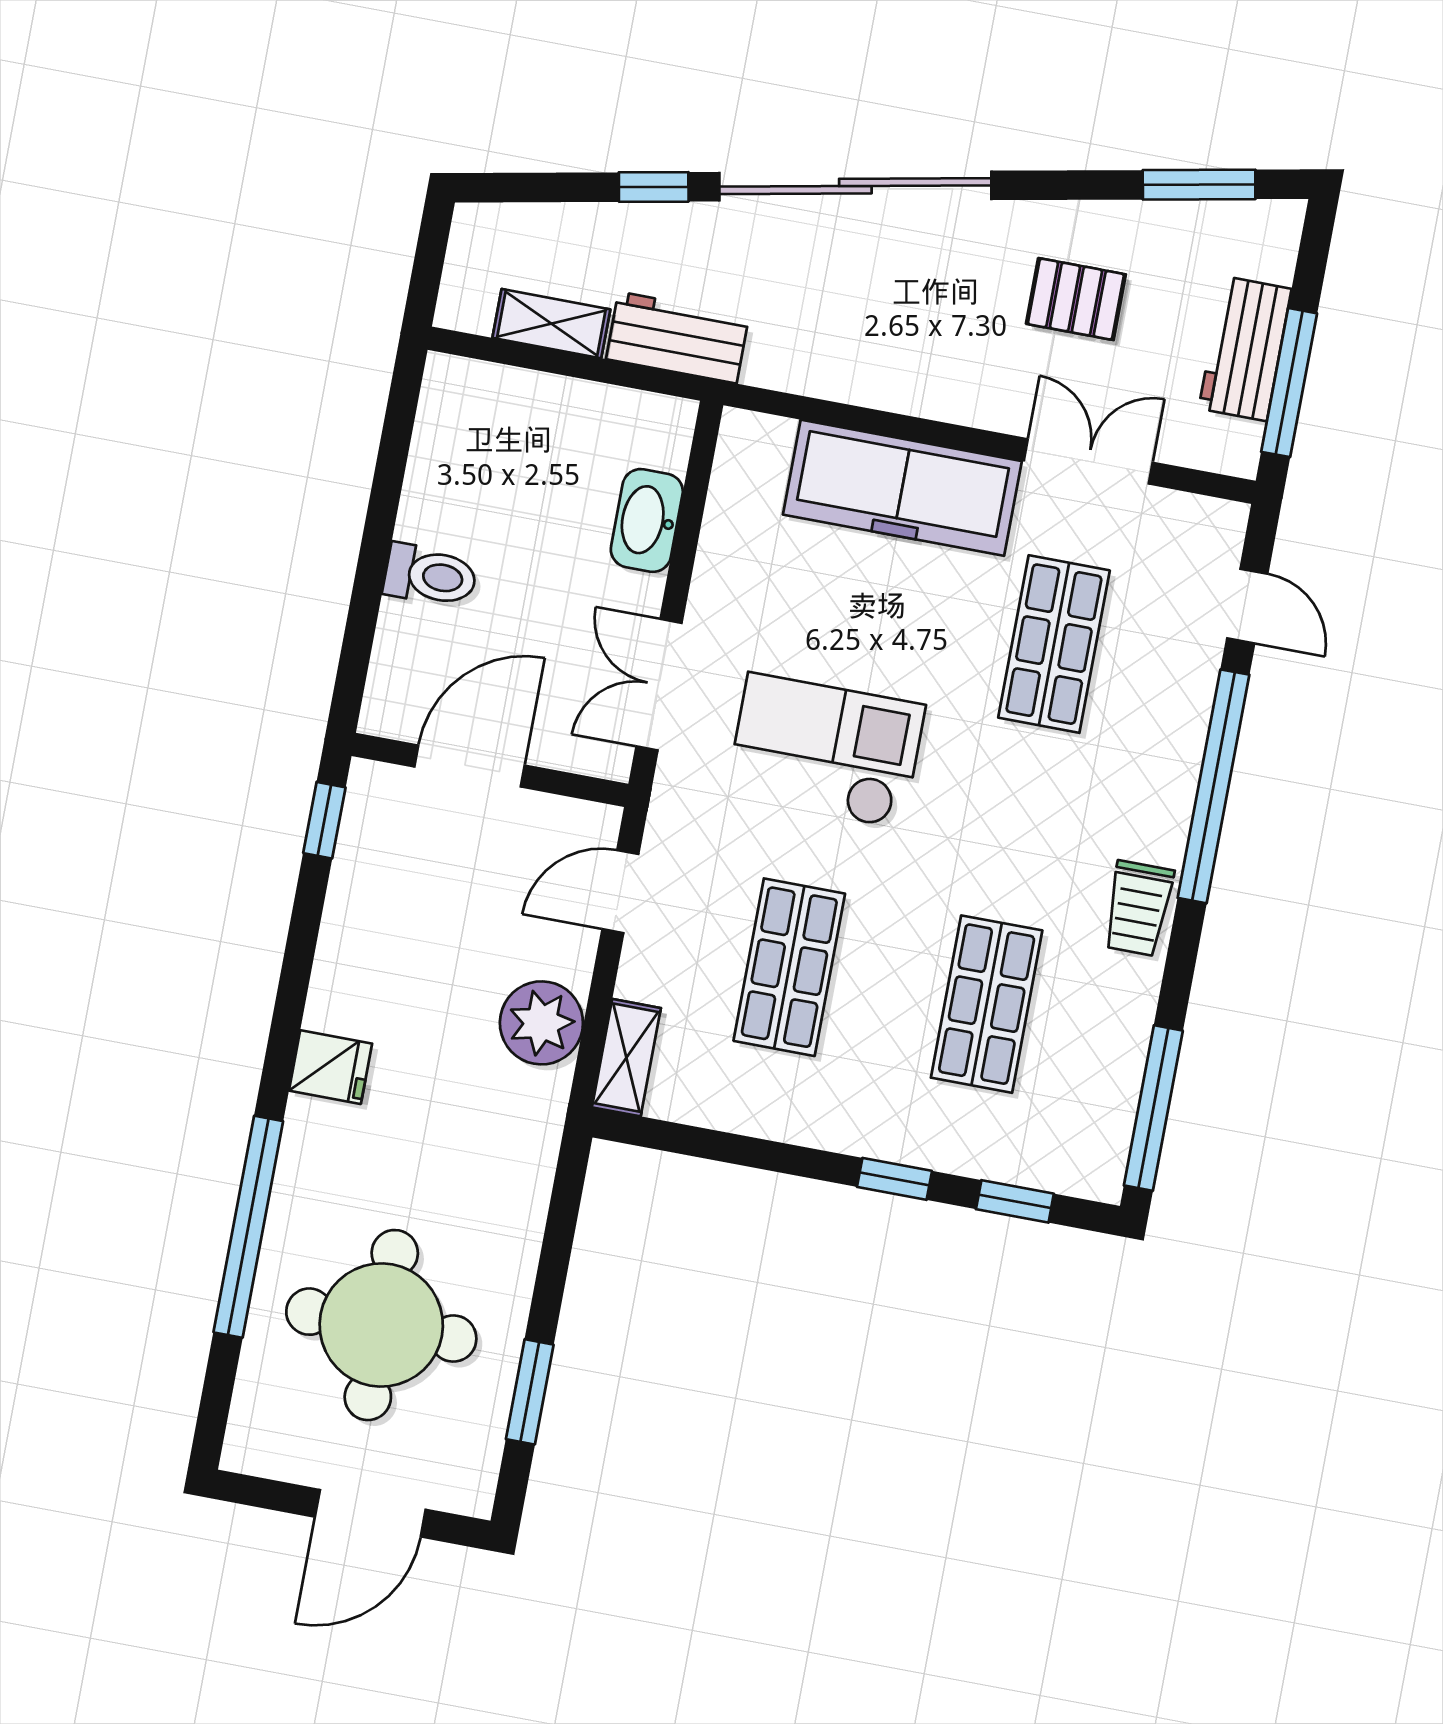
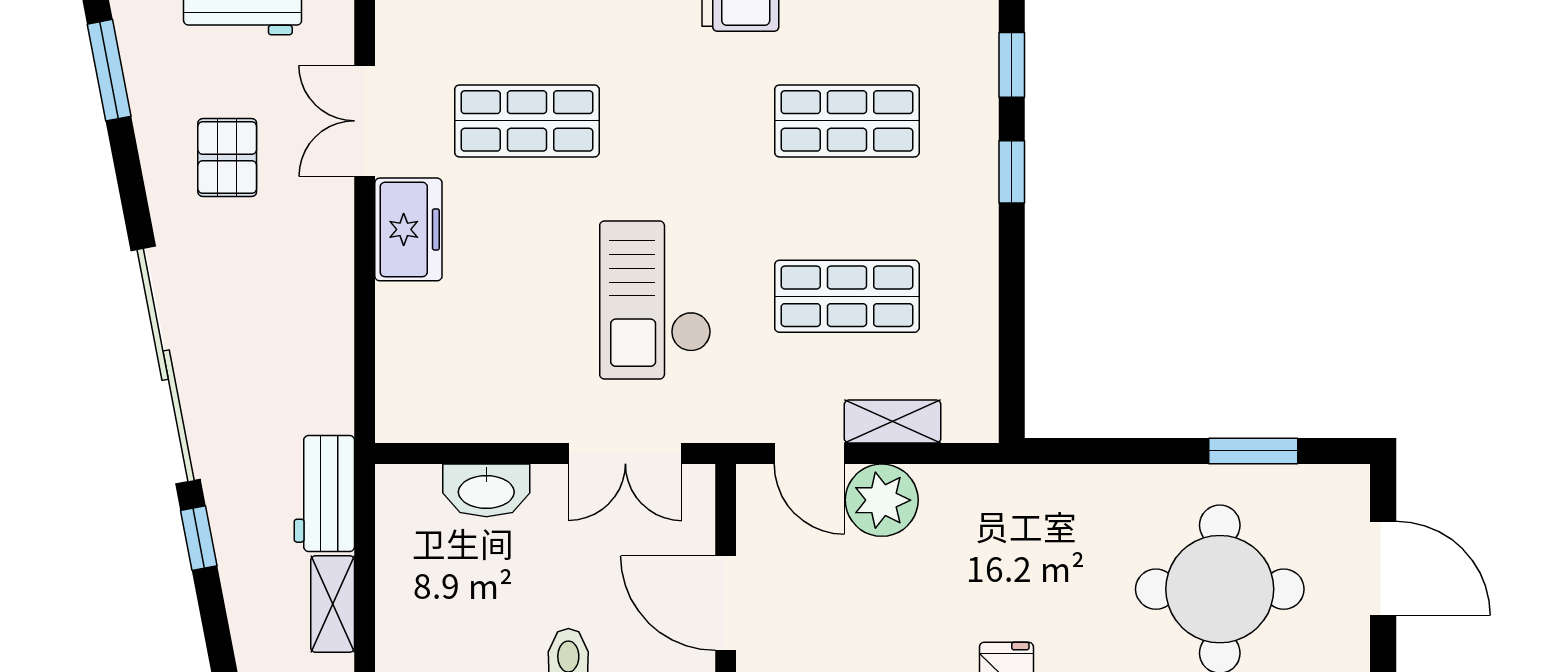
freezer: (902, 488) -> (408, 229), width x0.52, depth x0.79
plant: (541, 1023) -> (882, 500), moved
shelving: (626, 1058) -> (893, 422), moved

